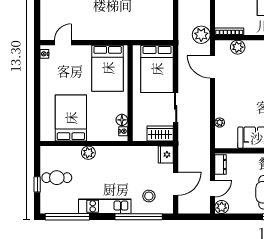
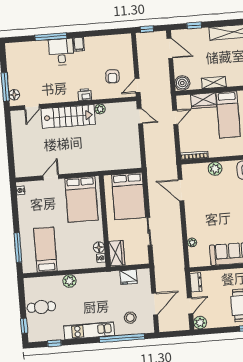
plant: (201, 35) -> (168, 161), removed
door: (63, 43) -> (51, 177), moved
plant: (238, 47) -> (215, 169), moved
window: (37, 113) -> (18, 248), added
bed: (71, 118) -> (45, 250), width x0.67
wardrobe: (160, 134) -> (117, 253), moved, turned 90
fridge: (166, 155) -> (129, 277), moved, turned -90
window: (37, 184) -> (24, 326), moved
window: (67, 217) -> (54, 343), width x0.32

